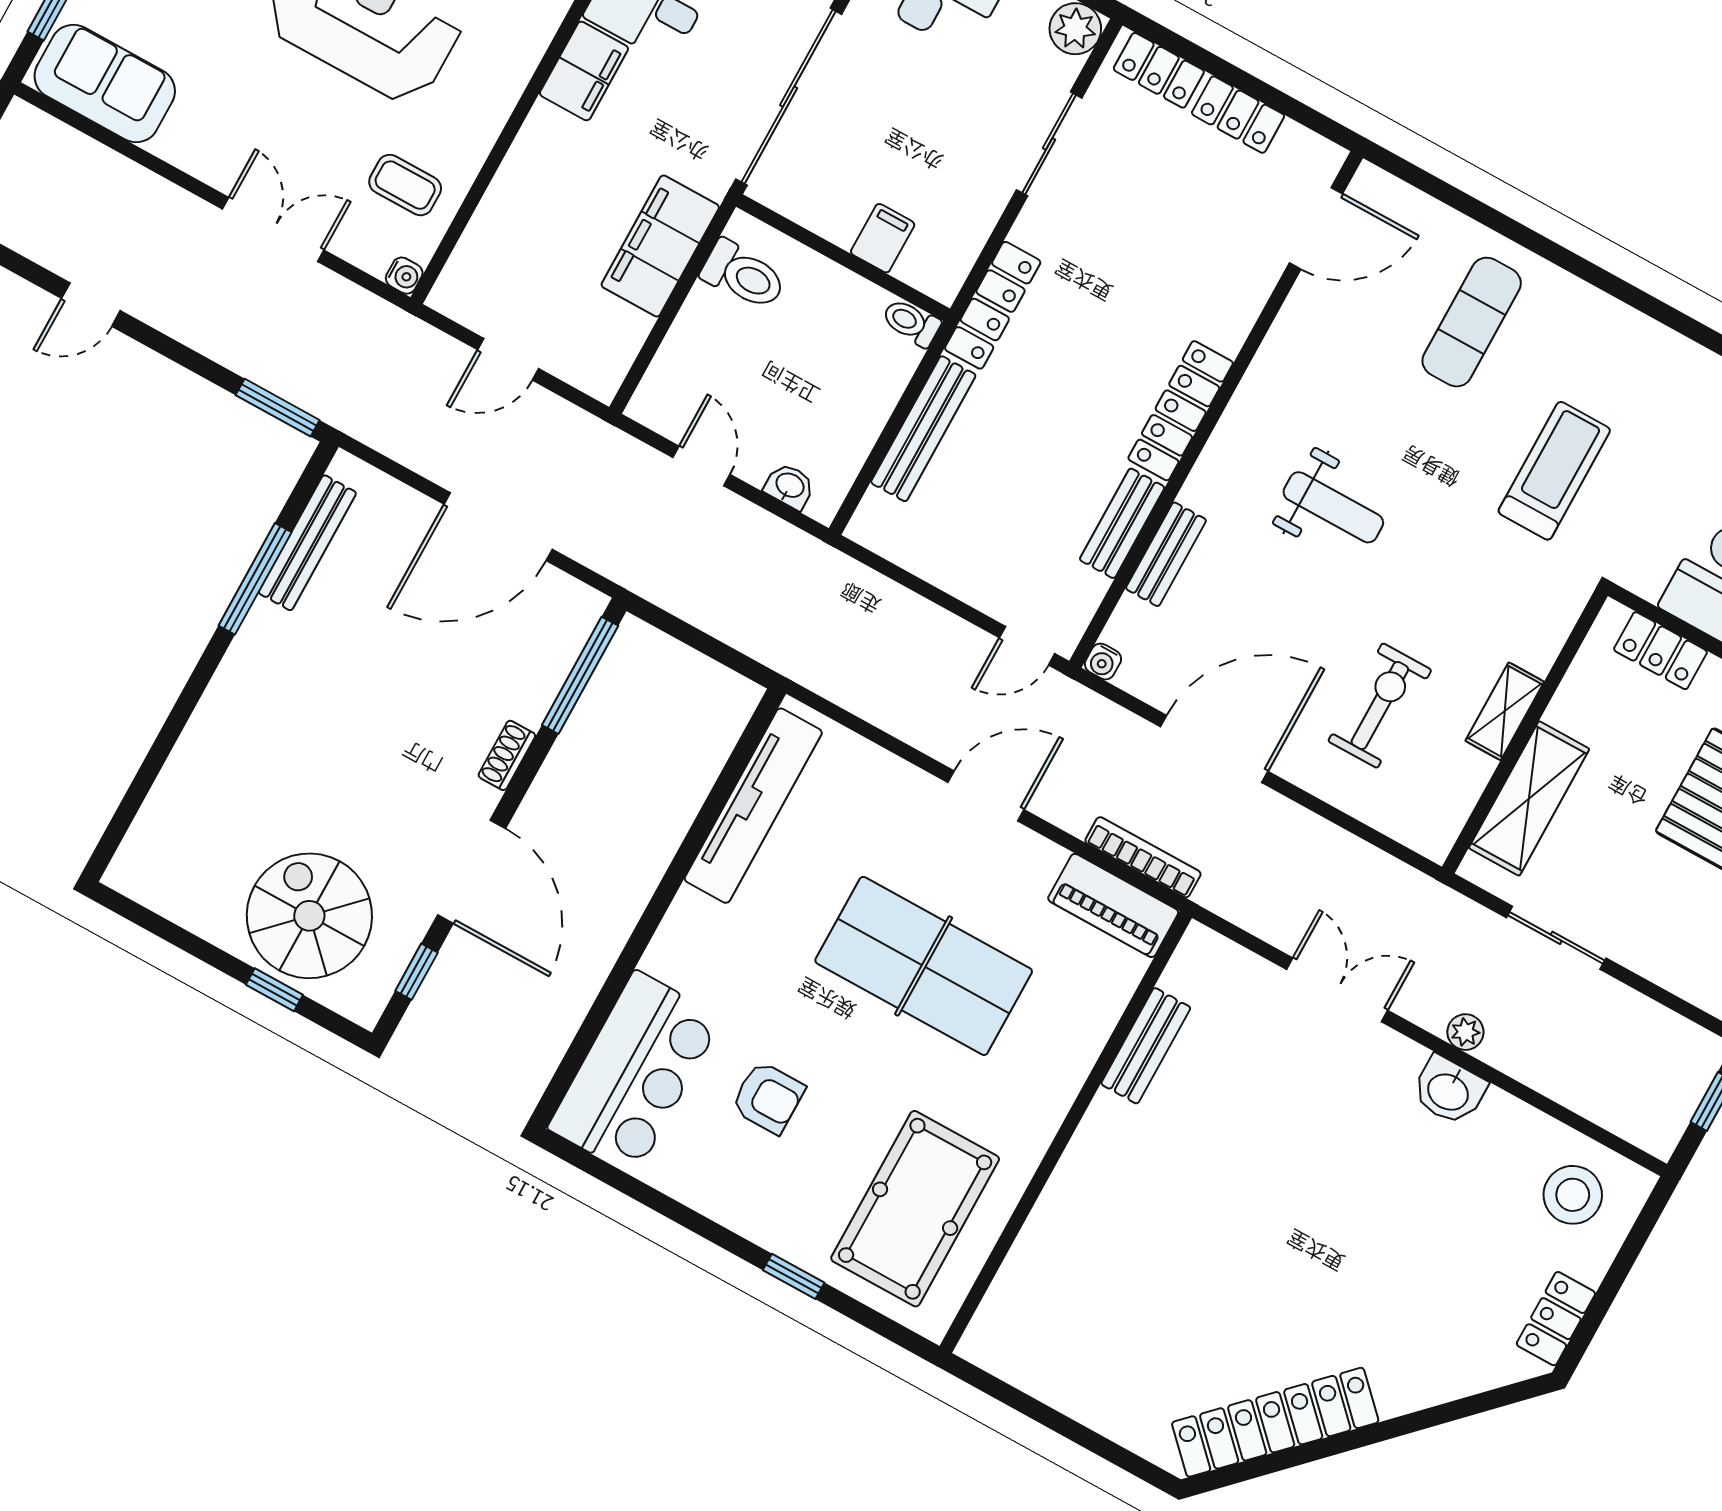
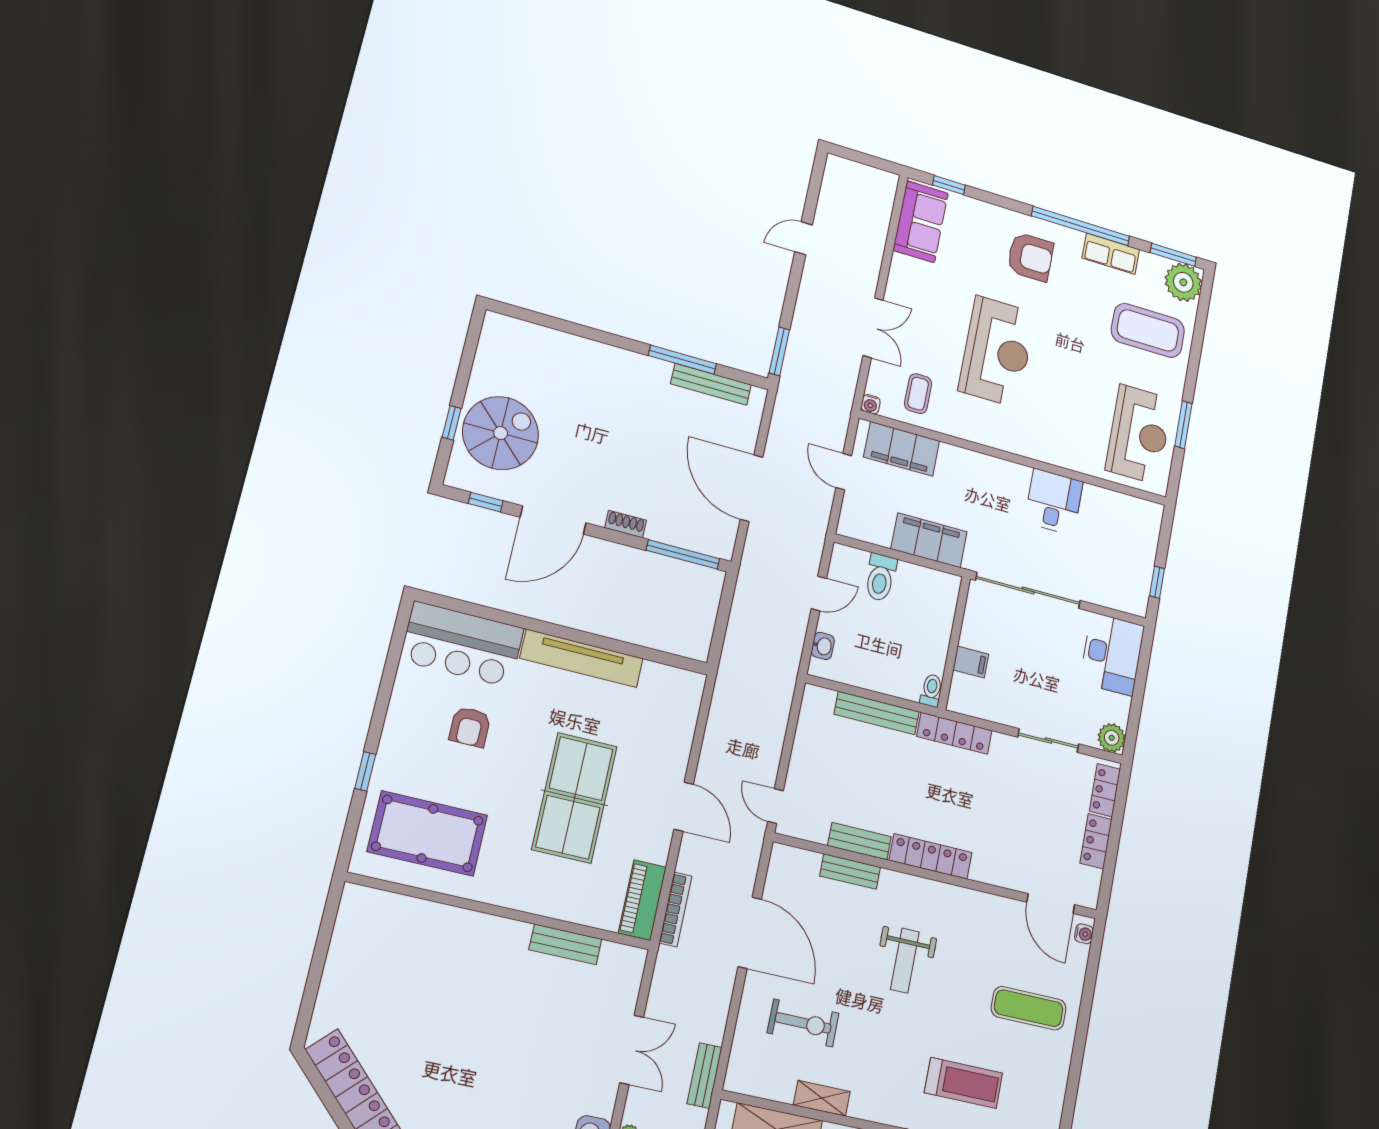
filing cabinet: (584, 71) -> (902, 449), moved, width x1.50, depth x1.17
toilet: (743, 275) -> (880, 578), moved
door: (91, 305) -> (803, 238), hinge flipped
water cooler: (1103, 662) -> (1084, 934), moved, turned 180
tv unit: (753, 806) -> (582, 658), moved
bench: (1411, 888) -> (705, 1076), added

